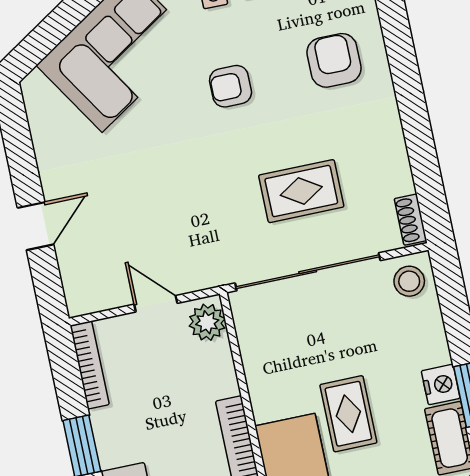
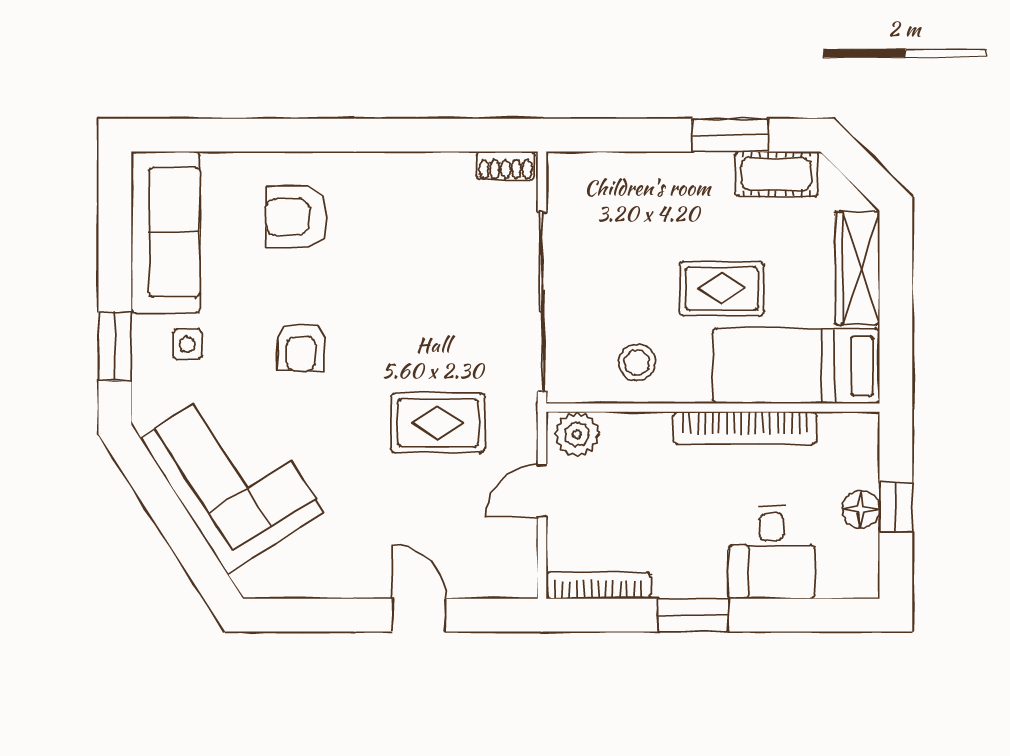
rug: (301, 191) -> (438, 423), moved, turned 90
stool: (409, 281) -> (637, 362), moved
nightstand: (441, 385) -> (710, 171), removed

